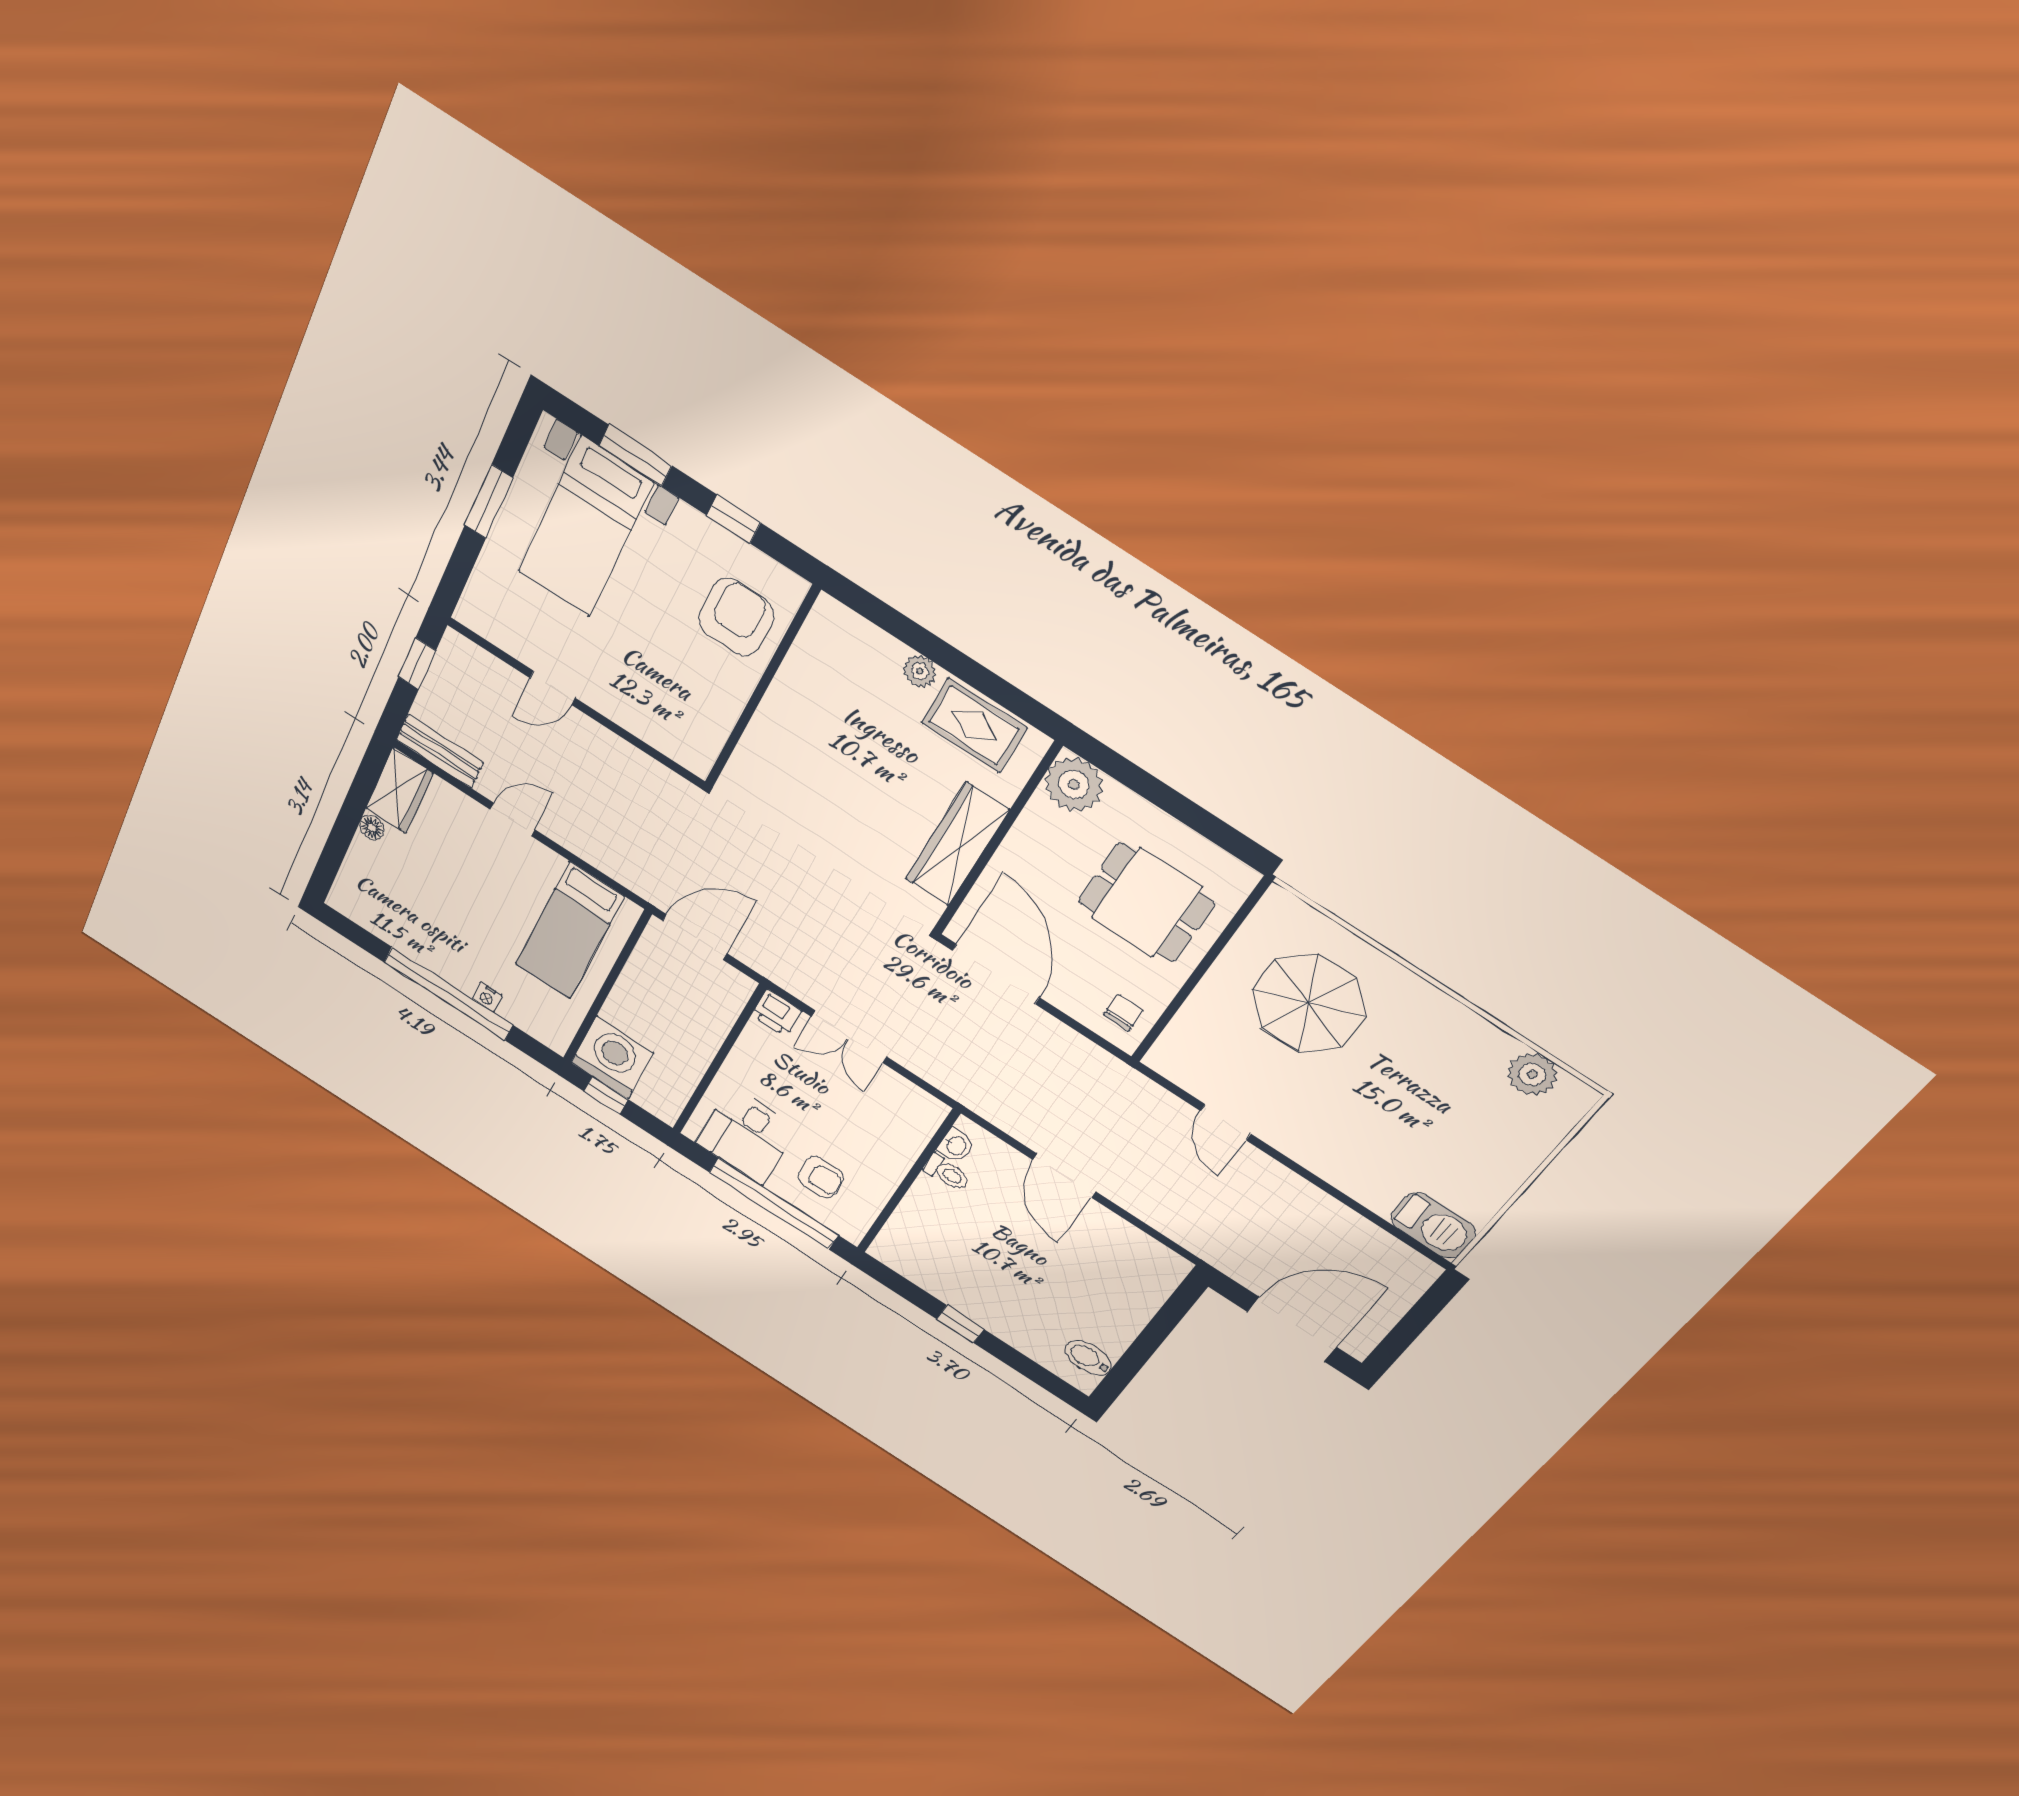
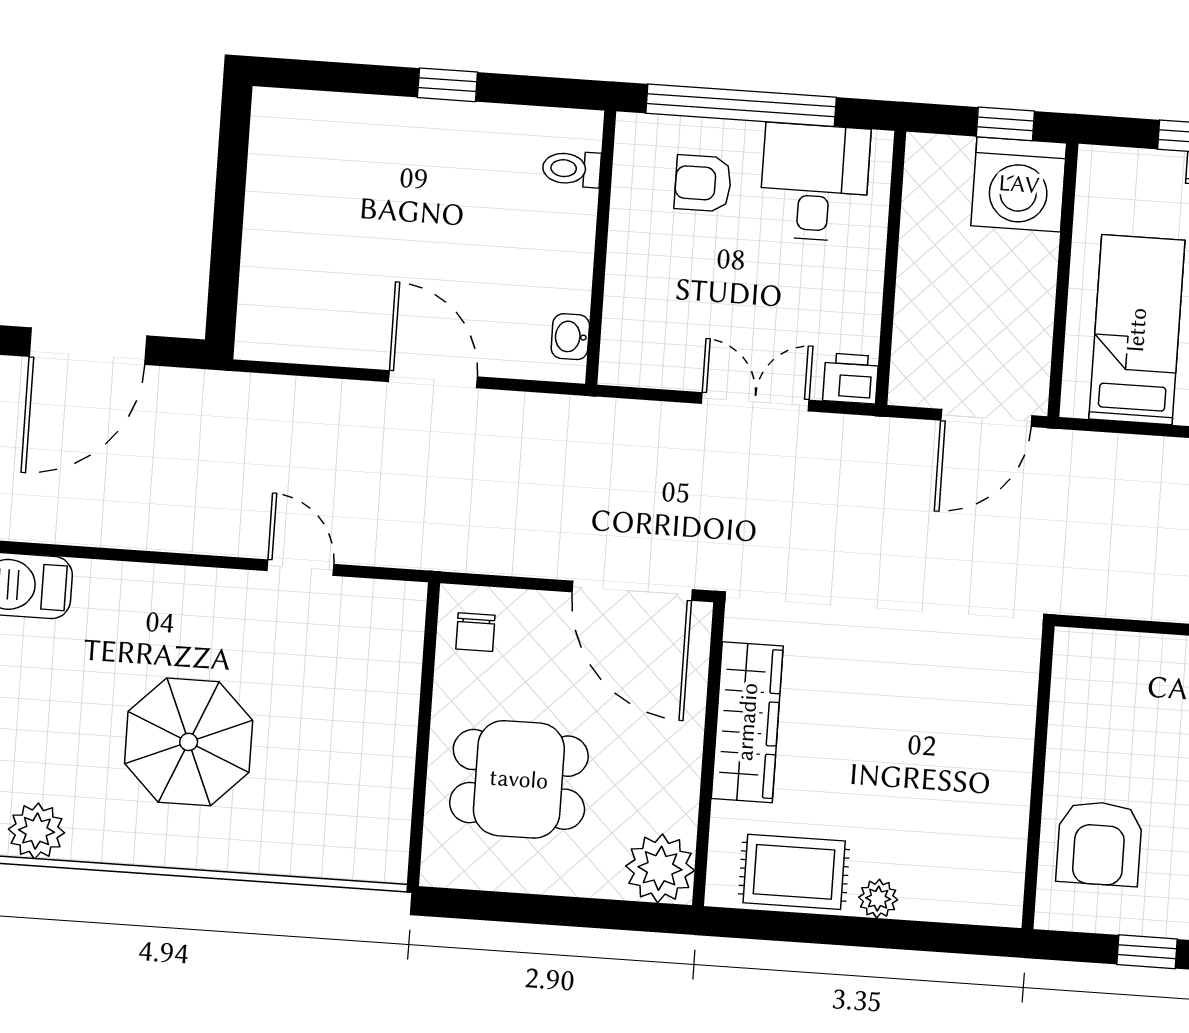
parasol: (1309, 1003) -> (189, 742), moved
toilet: (947, 1173) -> (572, 169), moved
bidet: (1088, 1358) -> (281, 143), removed

